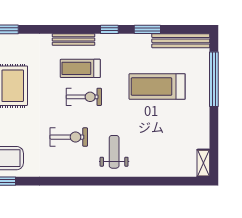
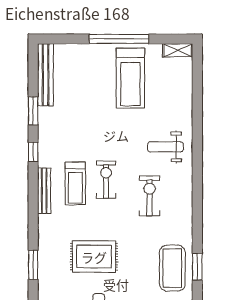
window: (214, 79) -> (119, 39), moved
treadmill: (157, 87) -> (130, 78), moved

